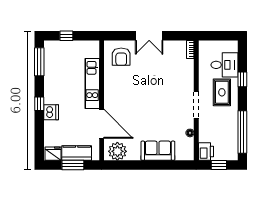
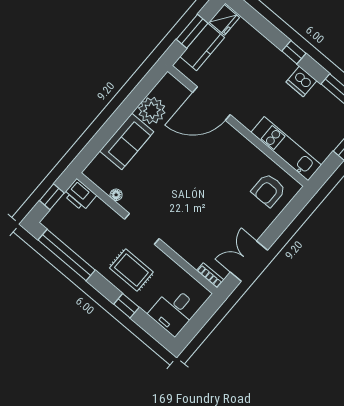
double door: (149, 36) -> (249, 261), moved
armchair: (121, 57) -> (269, 190), turned -90
desk: (224, 65) -> (174, 311), moved
kitchen unit: (92, 84) -> (286, 149), moved
dishwasher: (51, 112) -> (301, 81), moved
plant: (117, 151) -> (152, 110), moved

